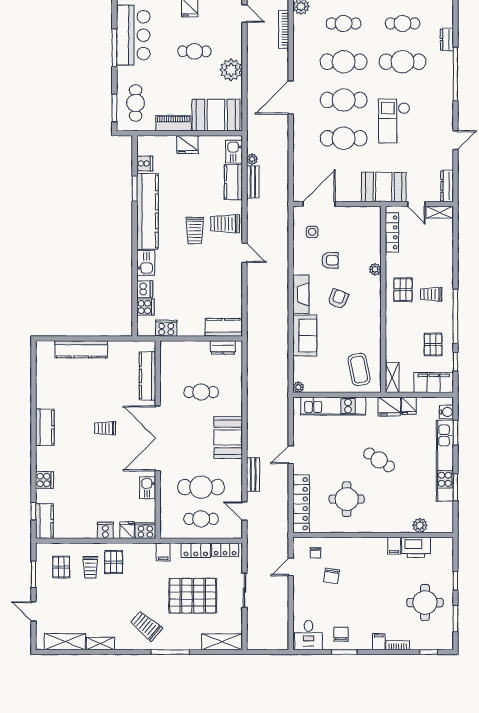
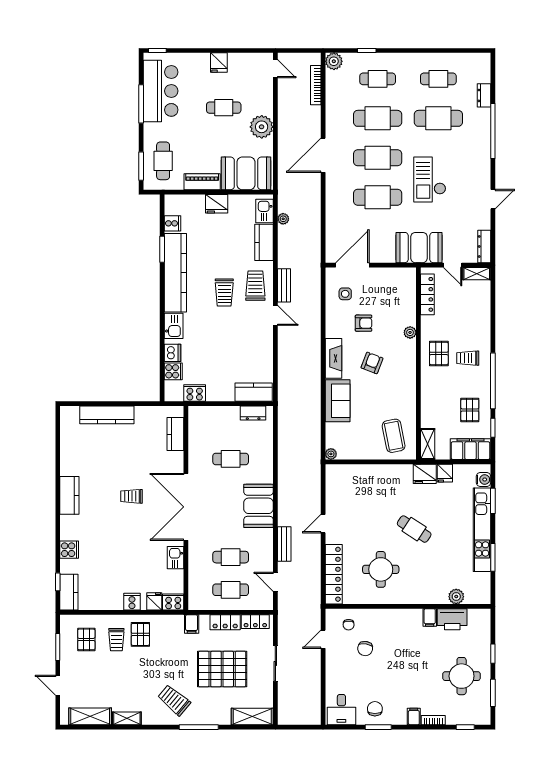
bench: (253, 182) -> (284, 285), moved
trolley: (225, 224) -> (255, 286), turned 90
kitchen counter: (147, 376) -> (175, 434), width x0.67
kitchen unit: (333, 406) -> (367, 473), removed
cafe table: (201, 487) -> (231, 557), width x0.73, depth x0.74

